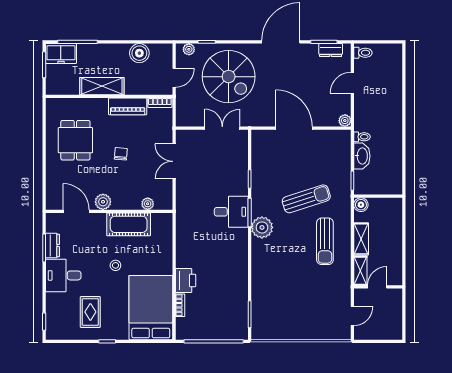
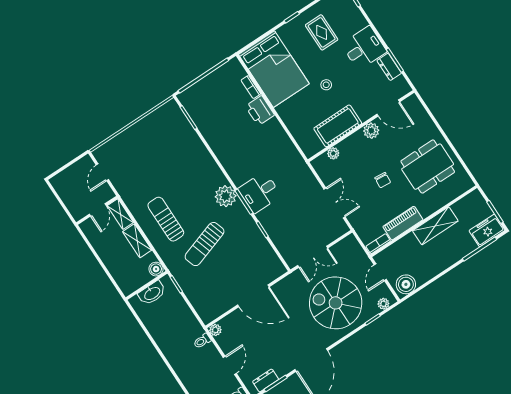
boiler: (139, 53) -> (406, 284), moved
toilet: (362, 137) -> (202, 341), moved
dining table: (75, 140) -> (428, 167), width x1.38
washbasin: (362, 156) -> (152, 293), moved, turned -90

